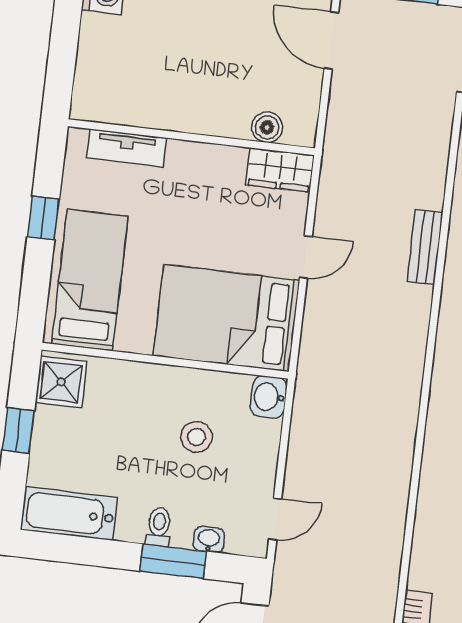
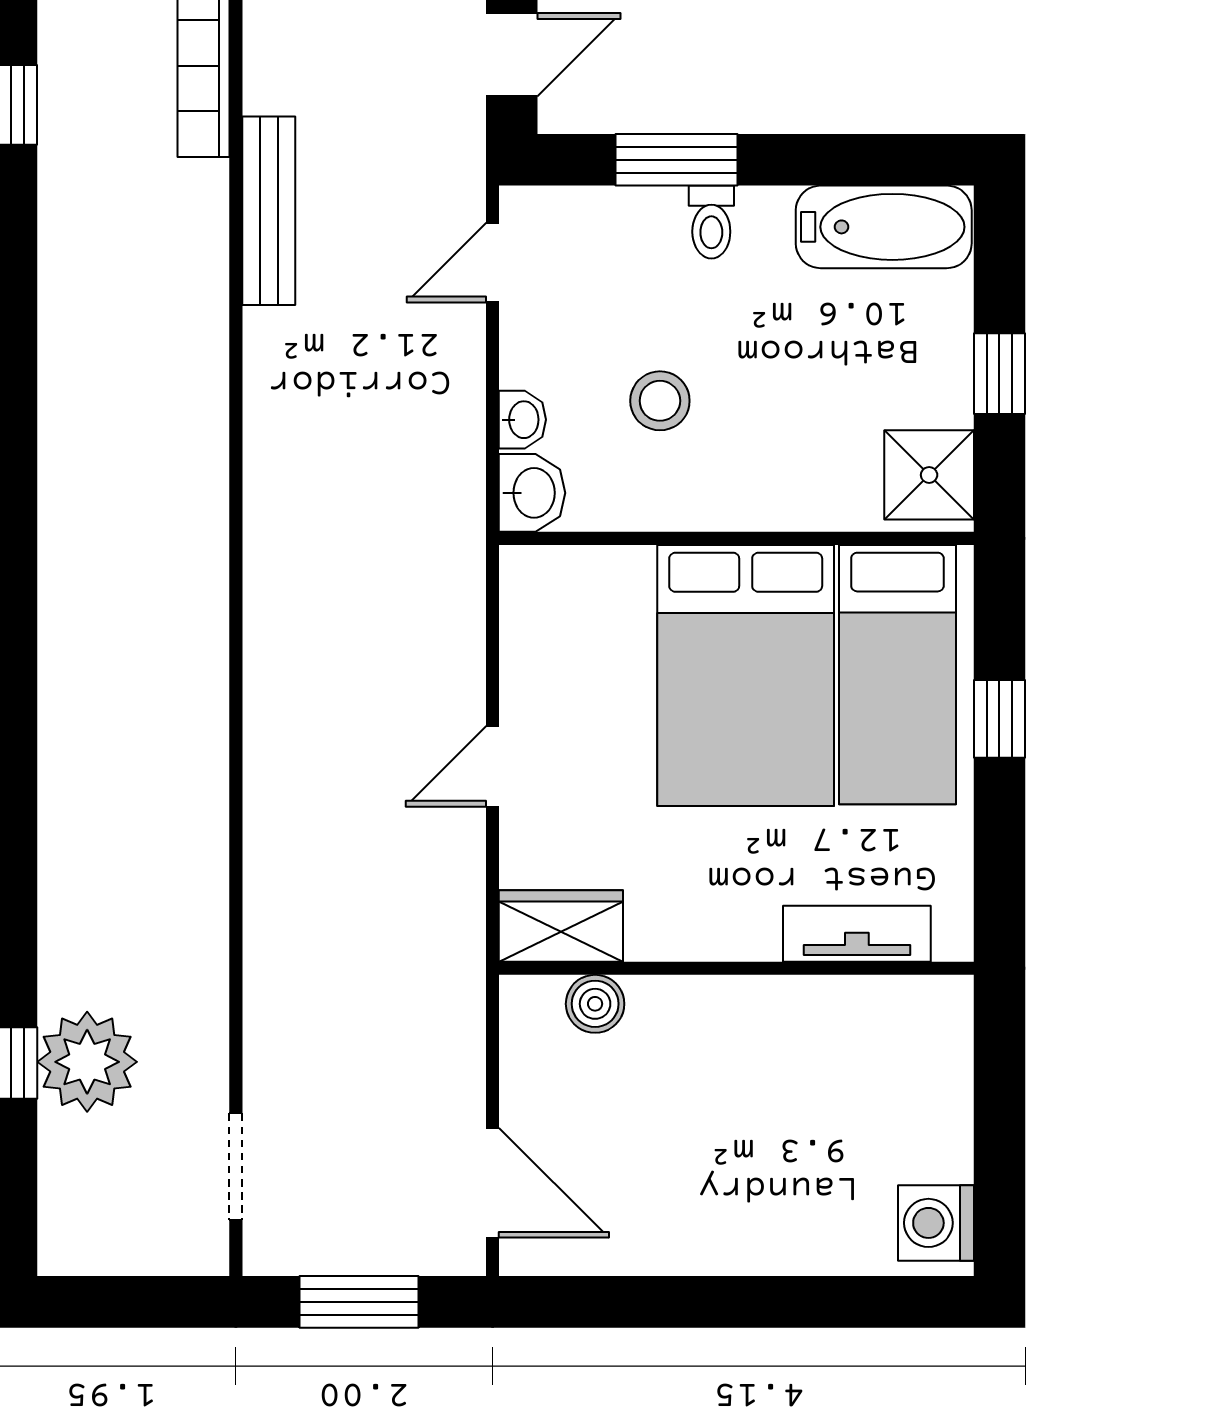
window: (43, 218) -> (999, 719), moved
bench: (425, 247) -> (269, 211), moved, width x1.36
bed: (226, 318) -> (746, 676), moved, turned 90
washbasin: (209, 540) -> (522, 420), moved, turned -90

